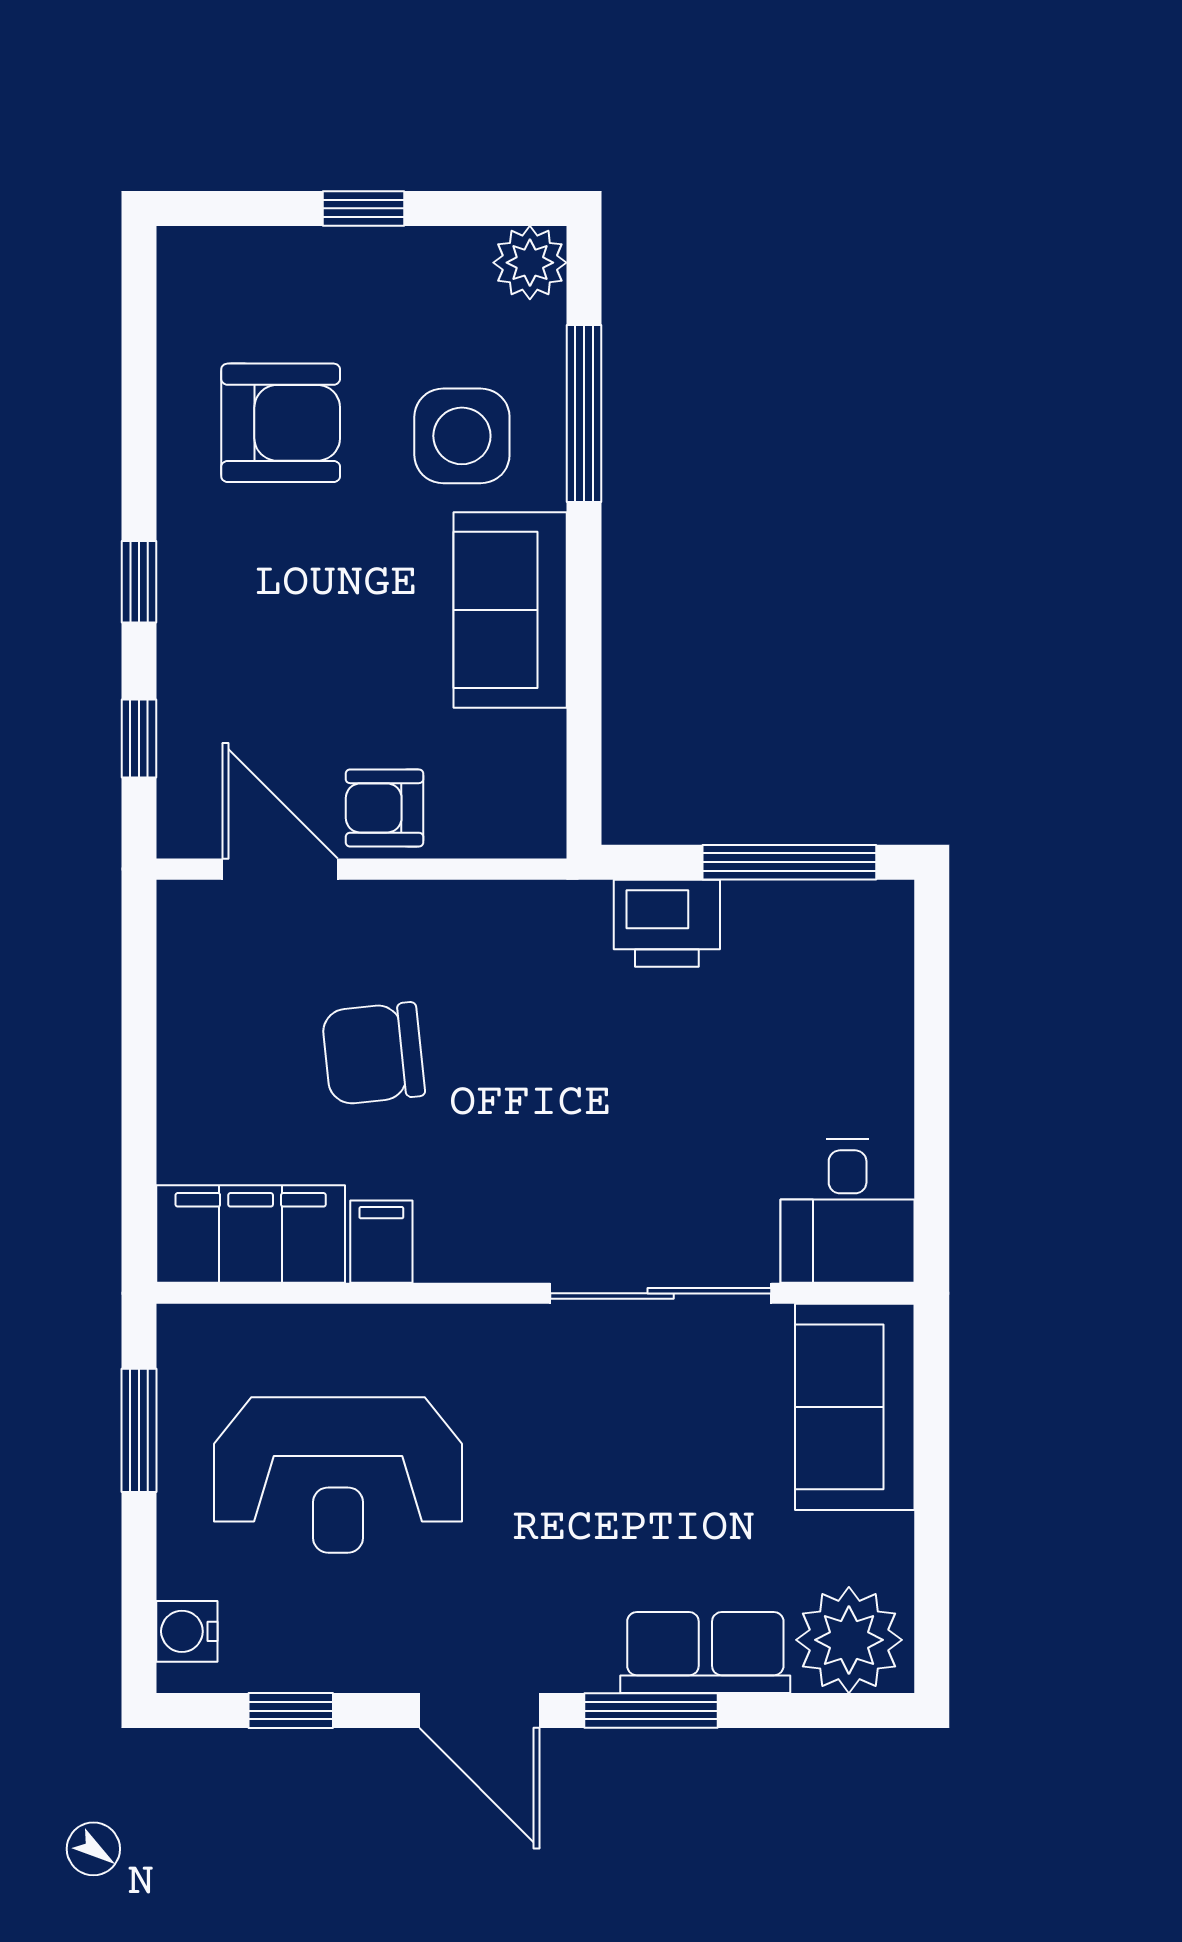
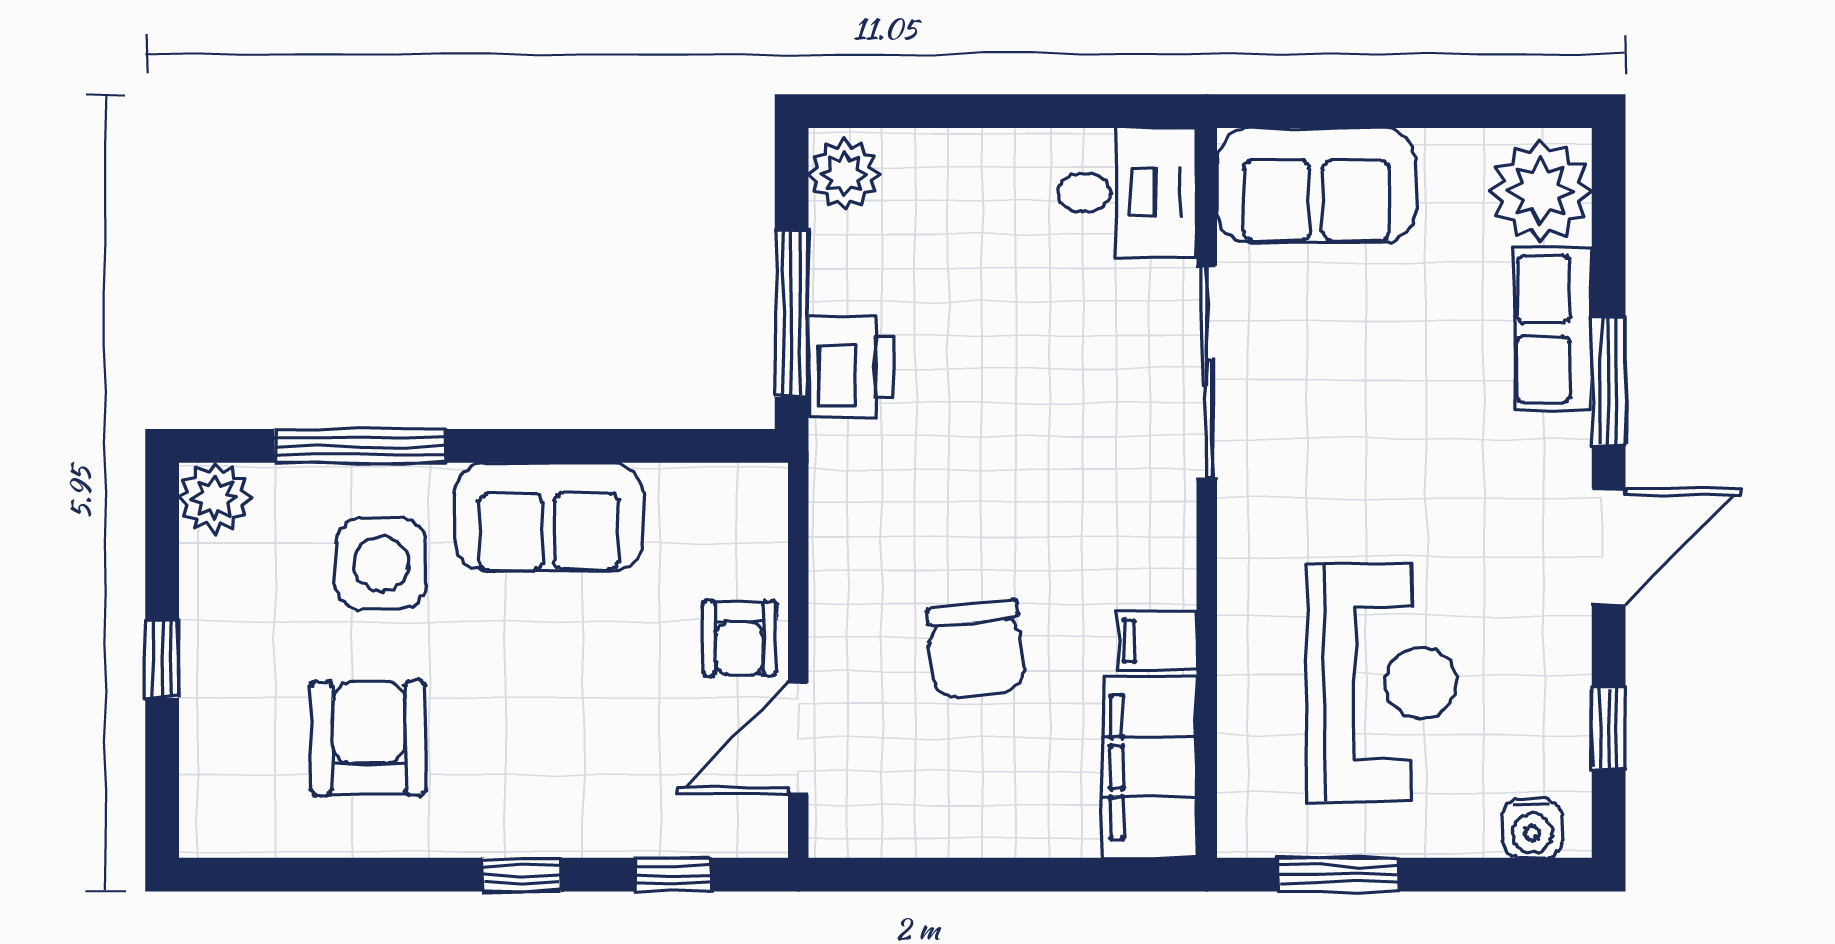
window: (789, 862) -> (792, 313), moved
plant: (866, 917) -> (844, 174), added

